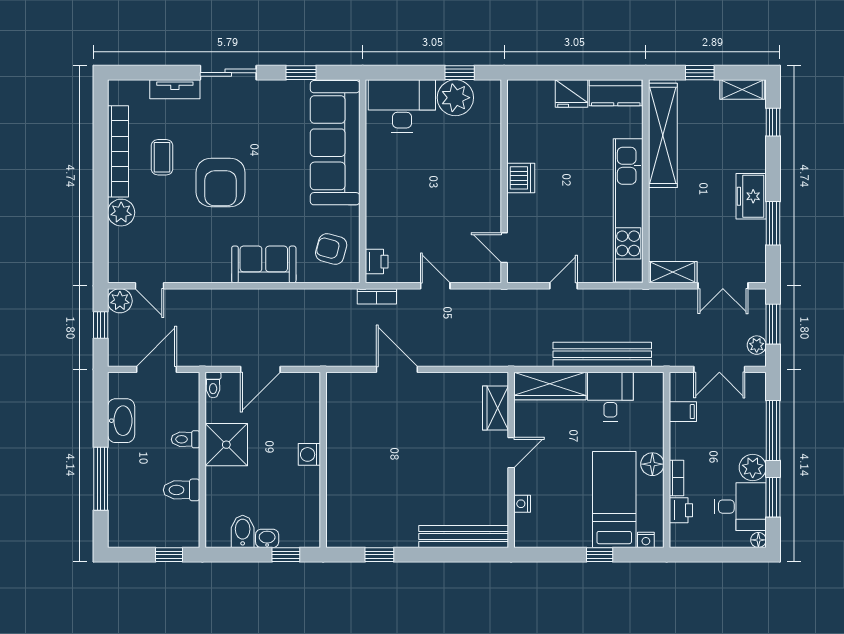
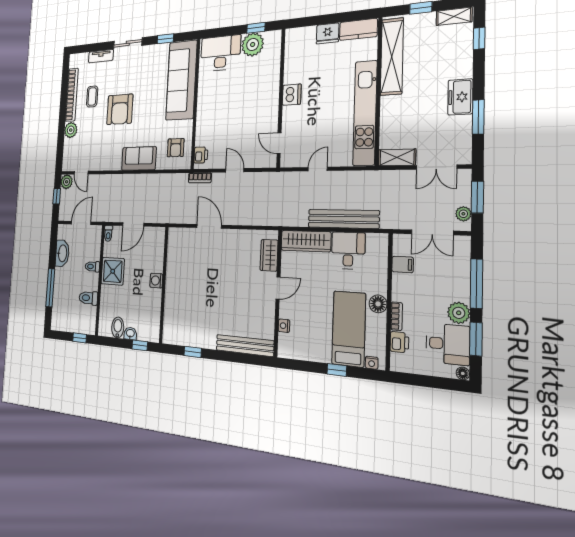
armchair: (331, 249) -> (176, 148), turned -105

